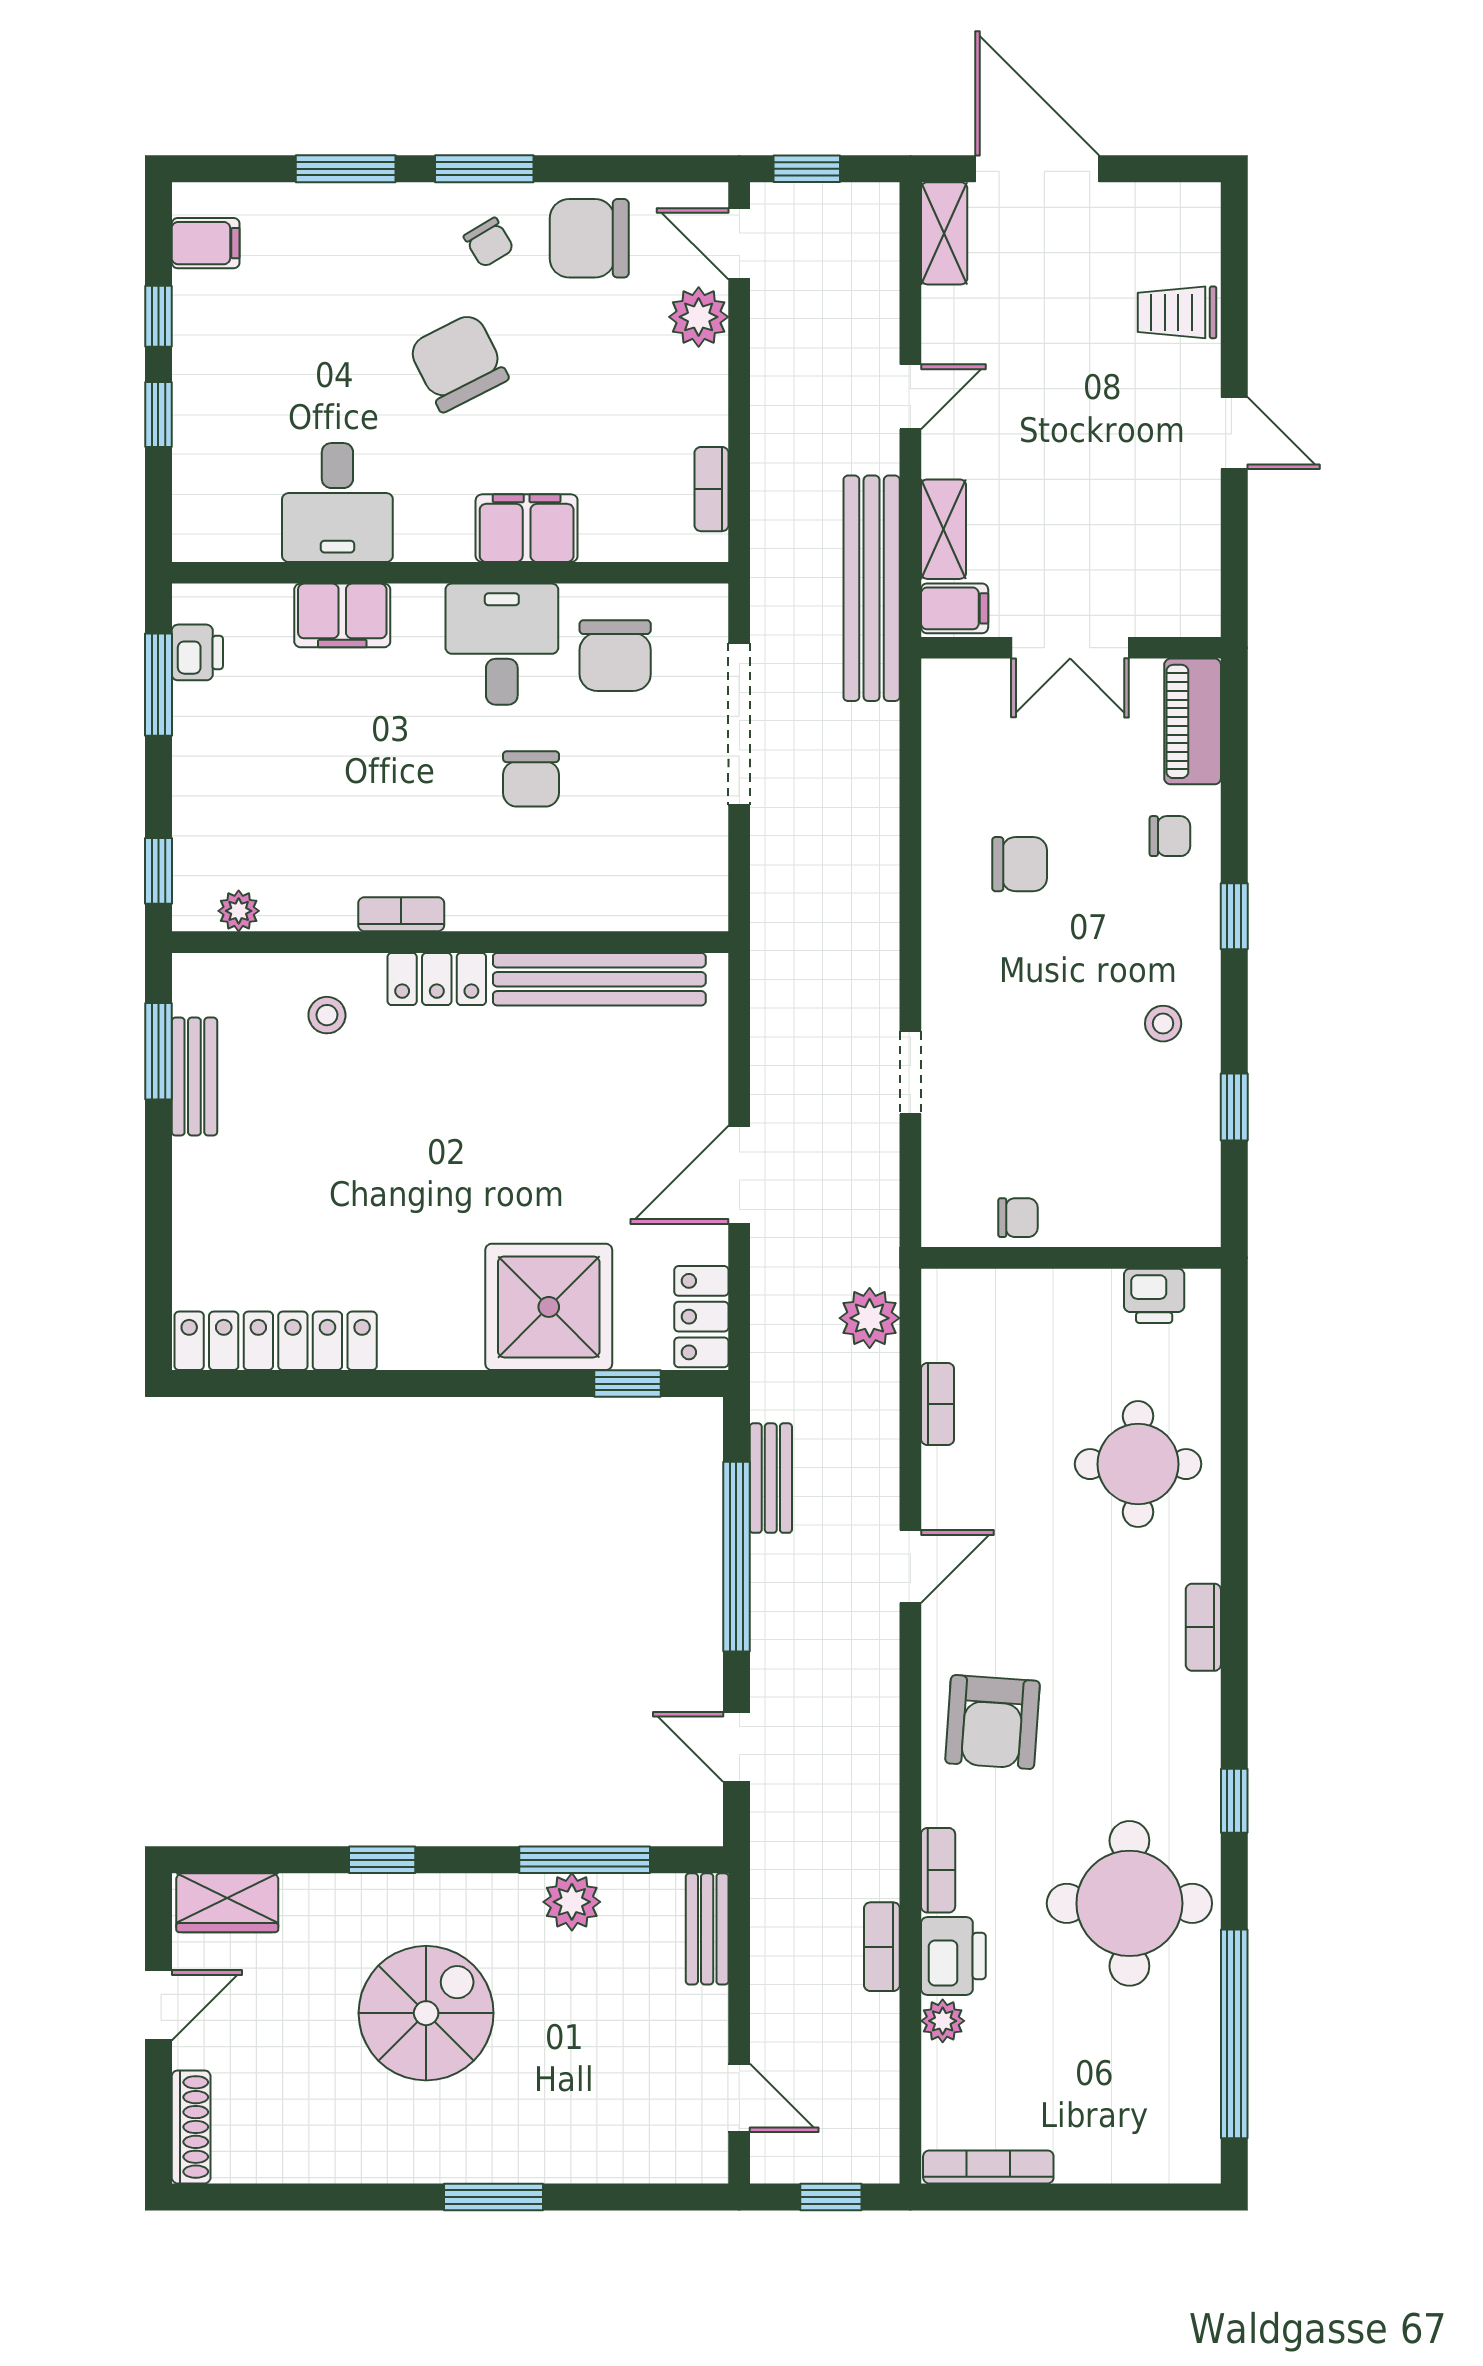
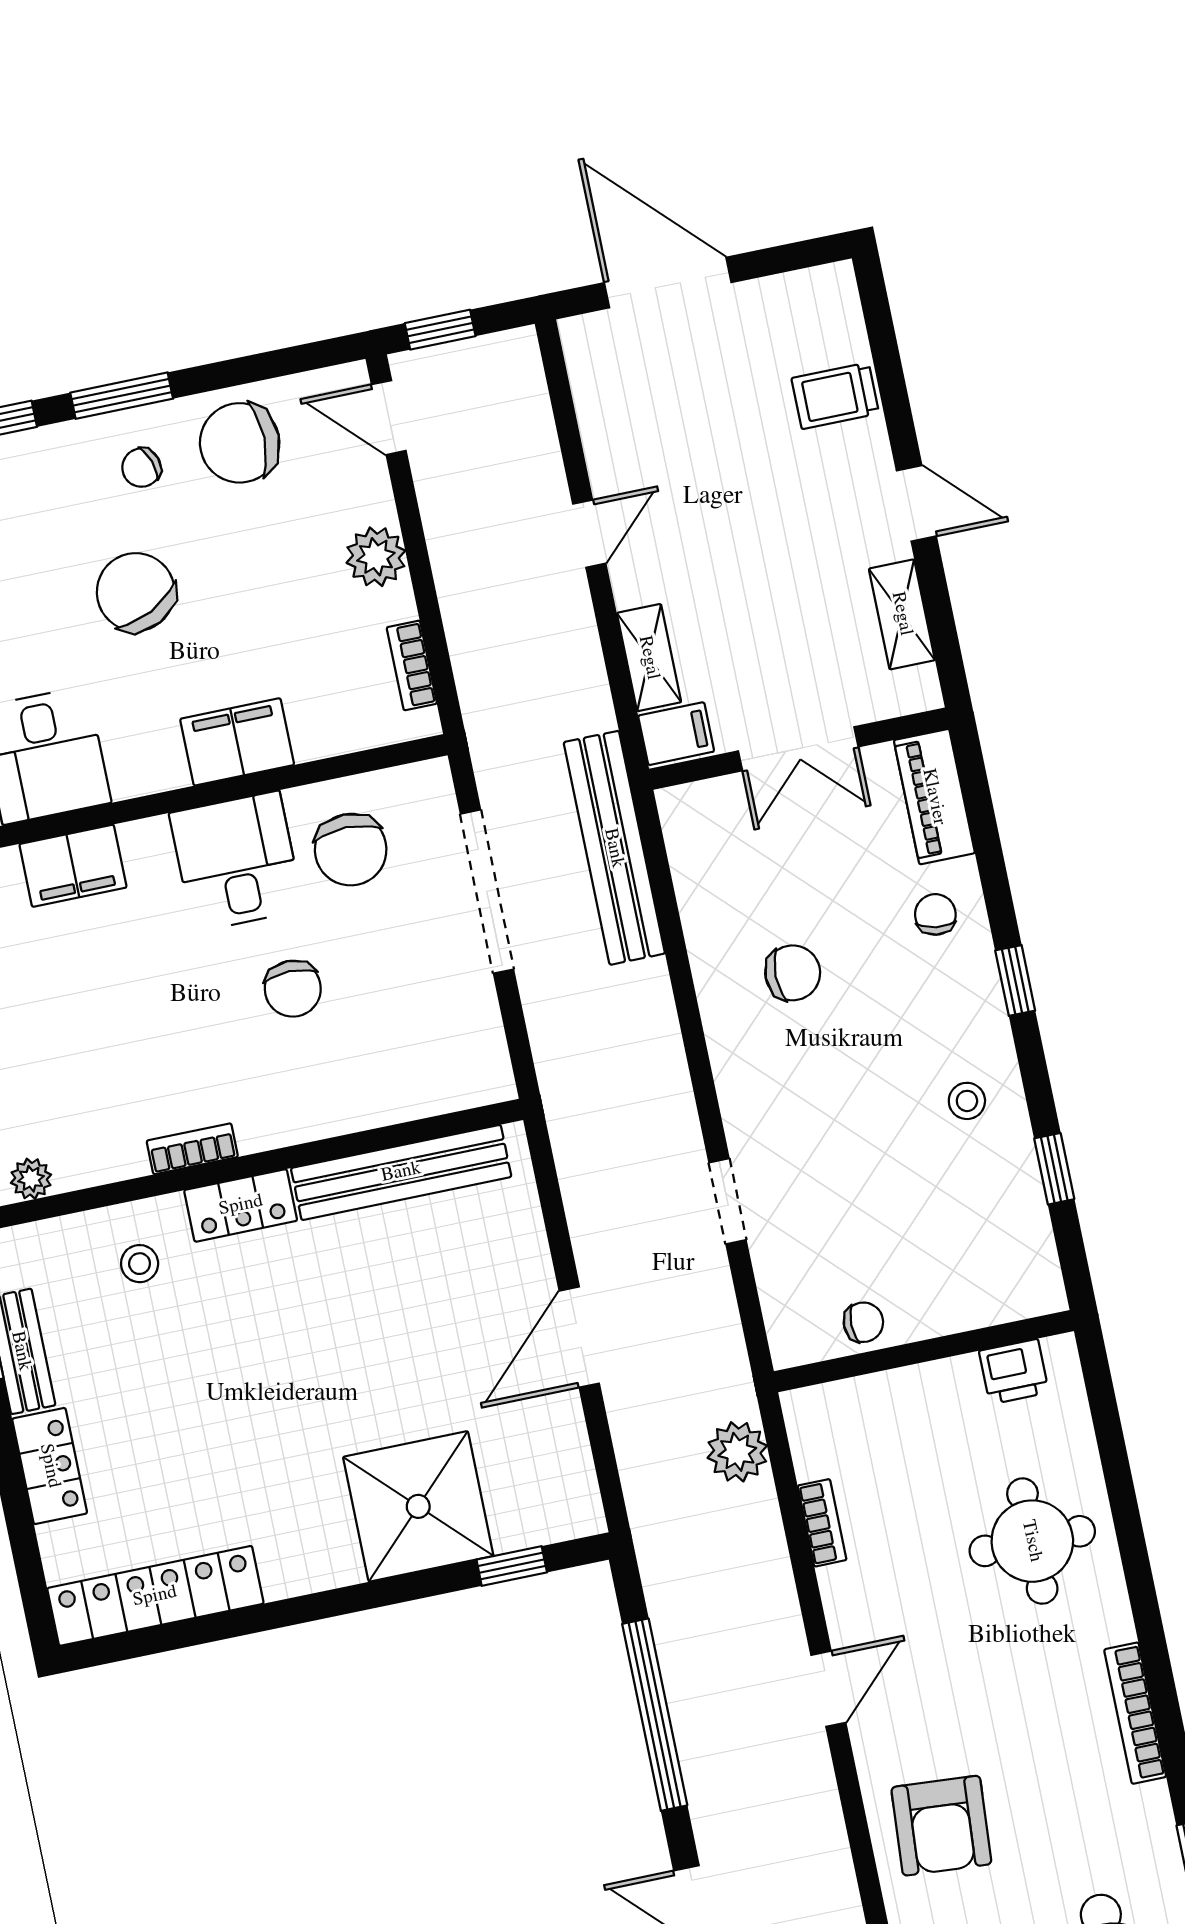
shelving: (944, 233) -> (902, 614), moved
chair: (489, 243) -> (141, 468), turned 102
plant: (699, 317) -> (376, 557), moved
bench: (872, 588) -> (614, 848), moved
chair: (1170, 836) -> (935, 914), turned -82
locker: (701, 1317) -> (50, 1466), moved, turned 180
bench: (771, 1478) -> (673, 1630), removed
bookcase: (1203, 1627) -> (1135, 1713), width x1.56

